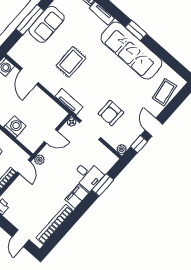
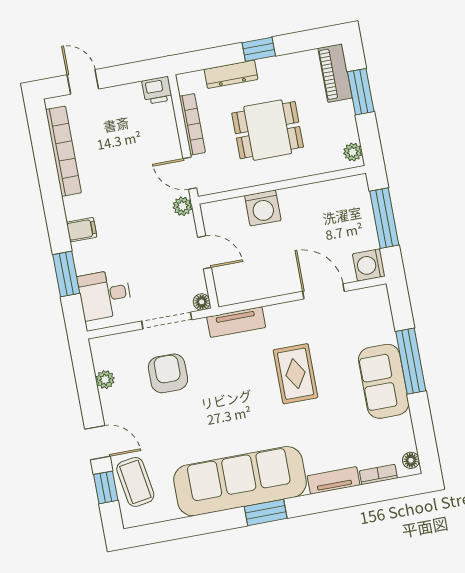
door: (154, 127) -> (97, 443), moved
door: (51, 136) -> (204, 252), swing flipped
window: (139, 144) -> (106, 487), moved
plant: (122, 149) -> (105, 380), moved
desk: (88, 176) -> (105, 295), moved
filing cabinet: (77, 196) -> (82, 230), width x0.50

